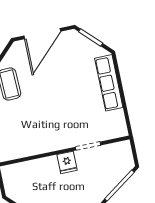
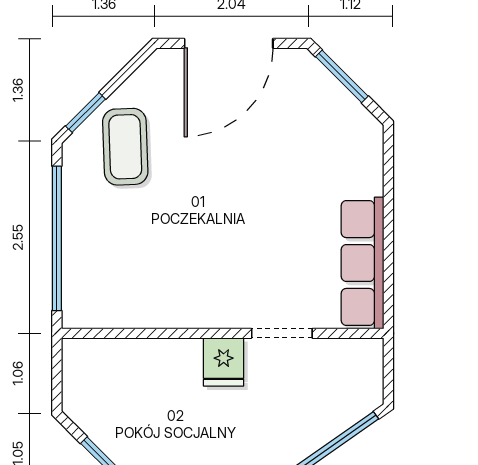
row of seats: (109, 83) -> (363, 263), moved

